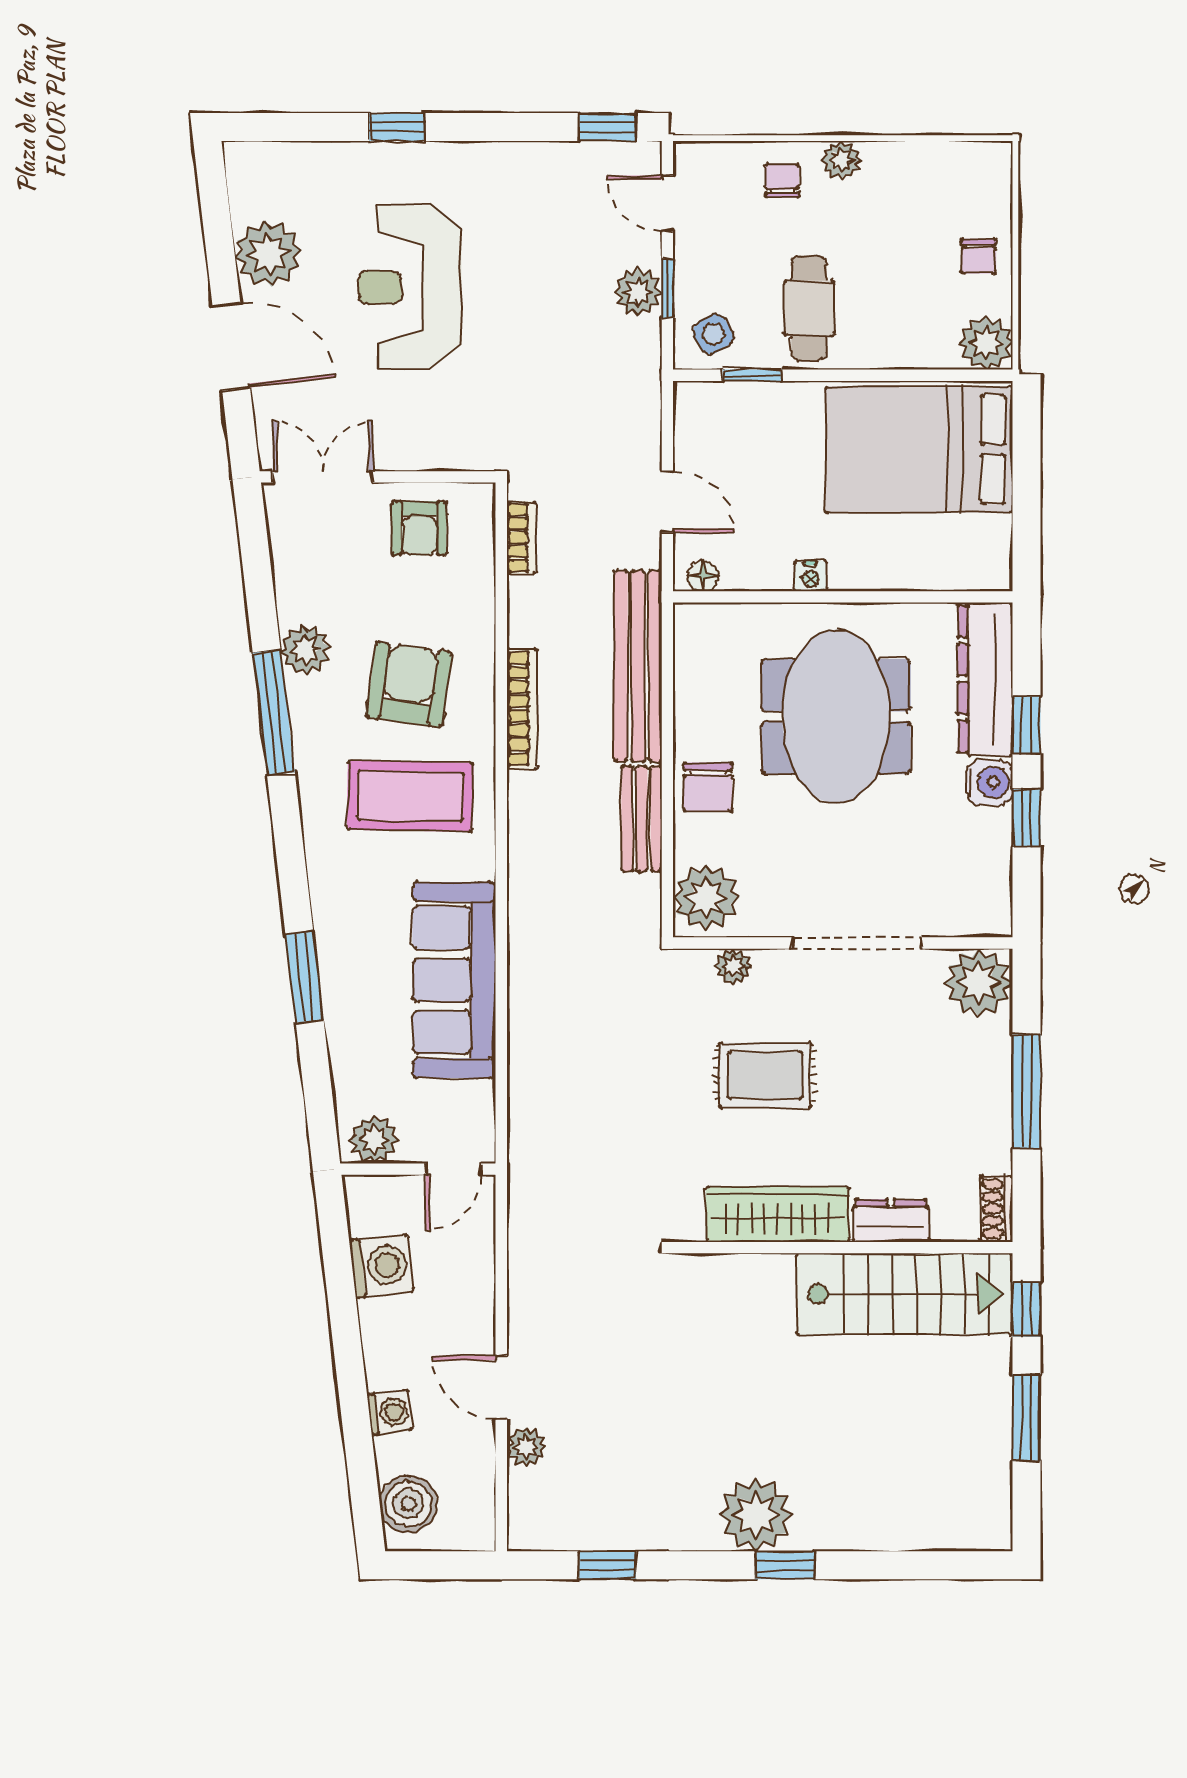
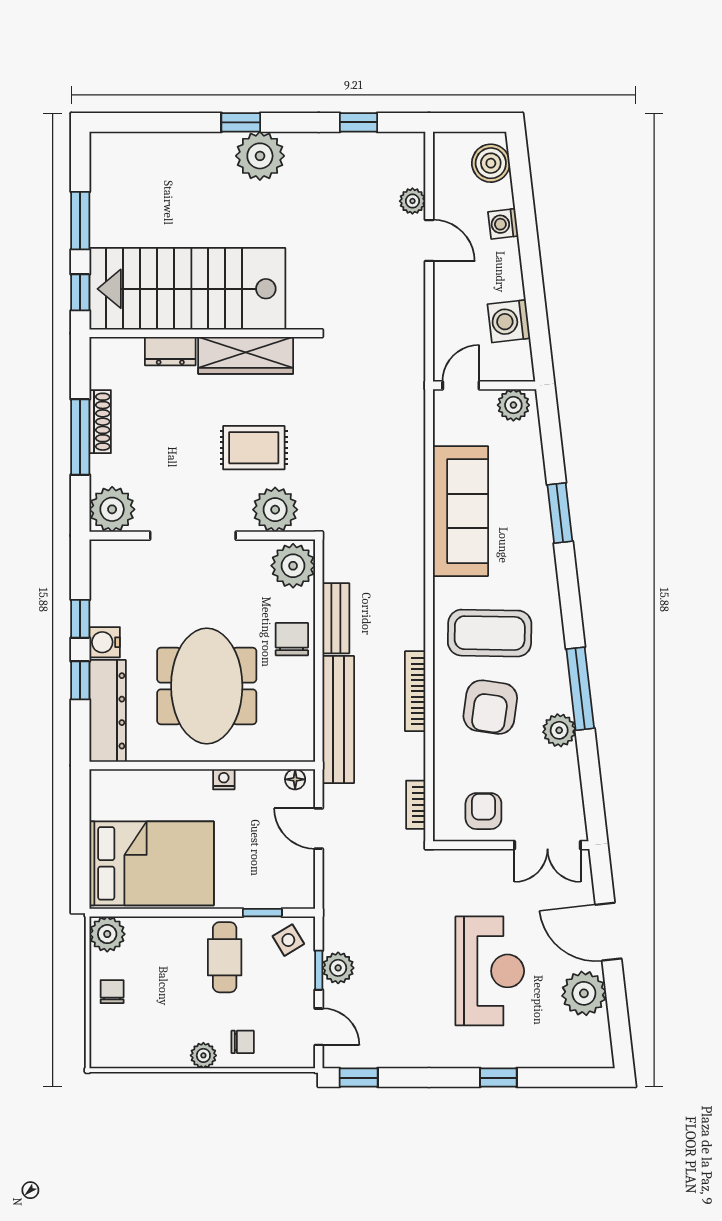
chair: (782, 181) -> (243, 1042), turned -90
plant: (733, 966) -> (275, 510), width x1.87, depth x1.87
shoe rack: (996, 1209) -> (100, 422), moved, width x1.43
stairs: (904, 1294) -> (187, 289), width x1.36, depth x1.51

